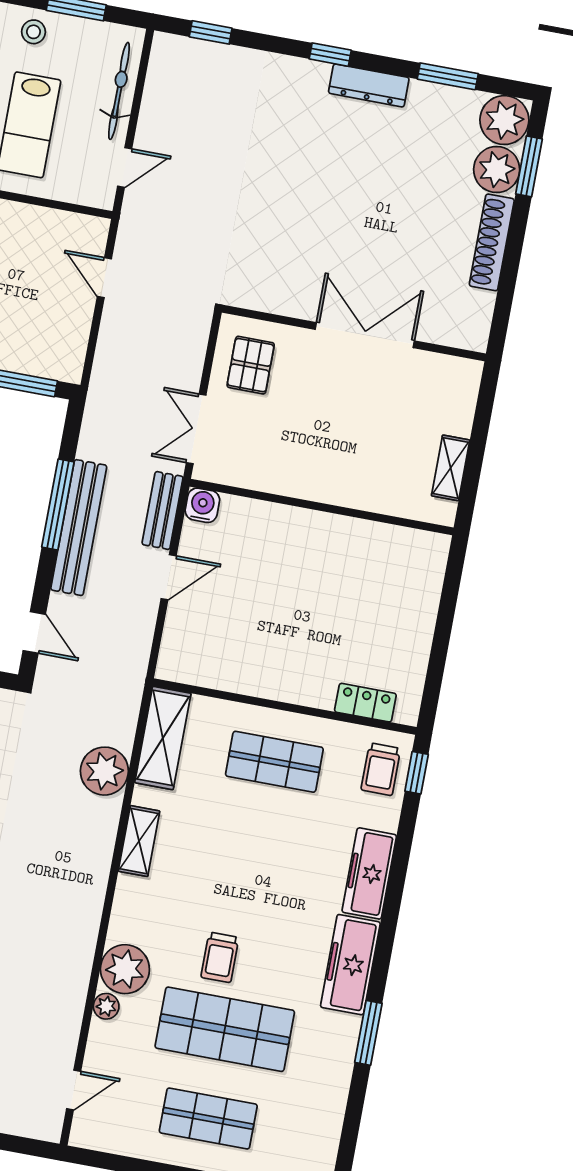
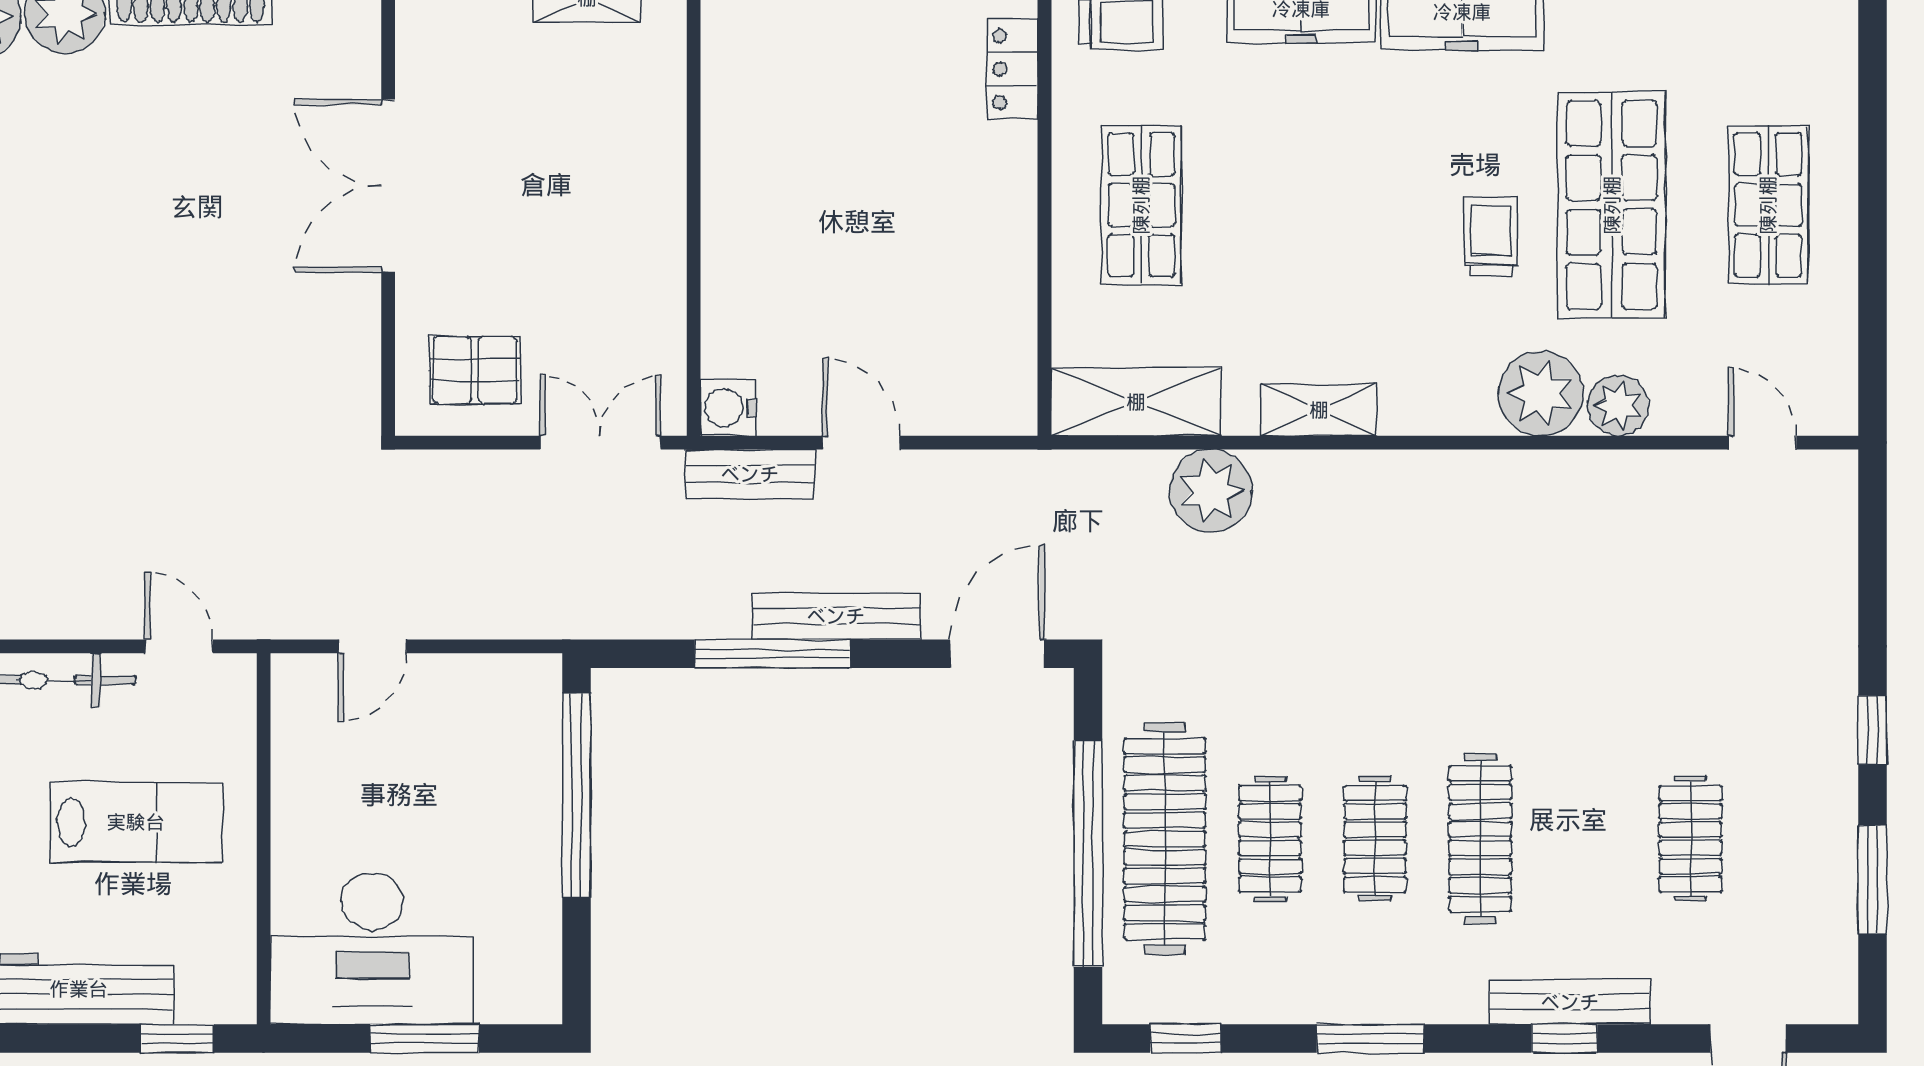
double door: (196, 429) -> (600, 443), swing flipped
bench: (79, 528) -> (836, 616), width x0.73, depth x0.82
door: (34, 632) -> (997, 654), width x1.38
trolley: (220, 957) -> (1491, 236), turned -90
plant: (106, 1006) -> (1618, 405), width x1.38, depth x1.38

